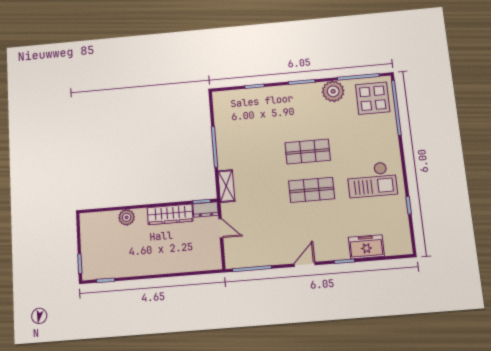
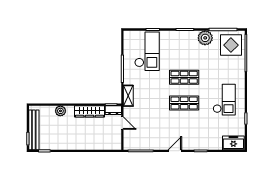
checkout: (249, 118) -> (147, 51), added
checkout: (372, 180) -> (224, 100), turned -90
freezer: (366, 247) -> (233, 143), moved
bench: (88, 249) -> (34, 130), added

